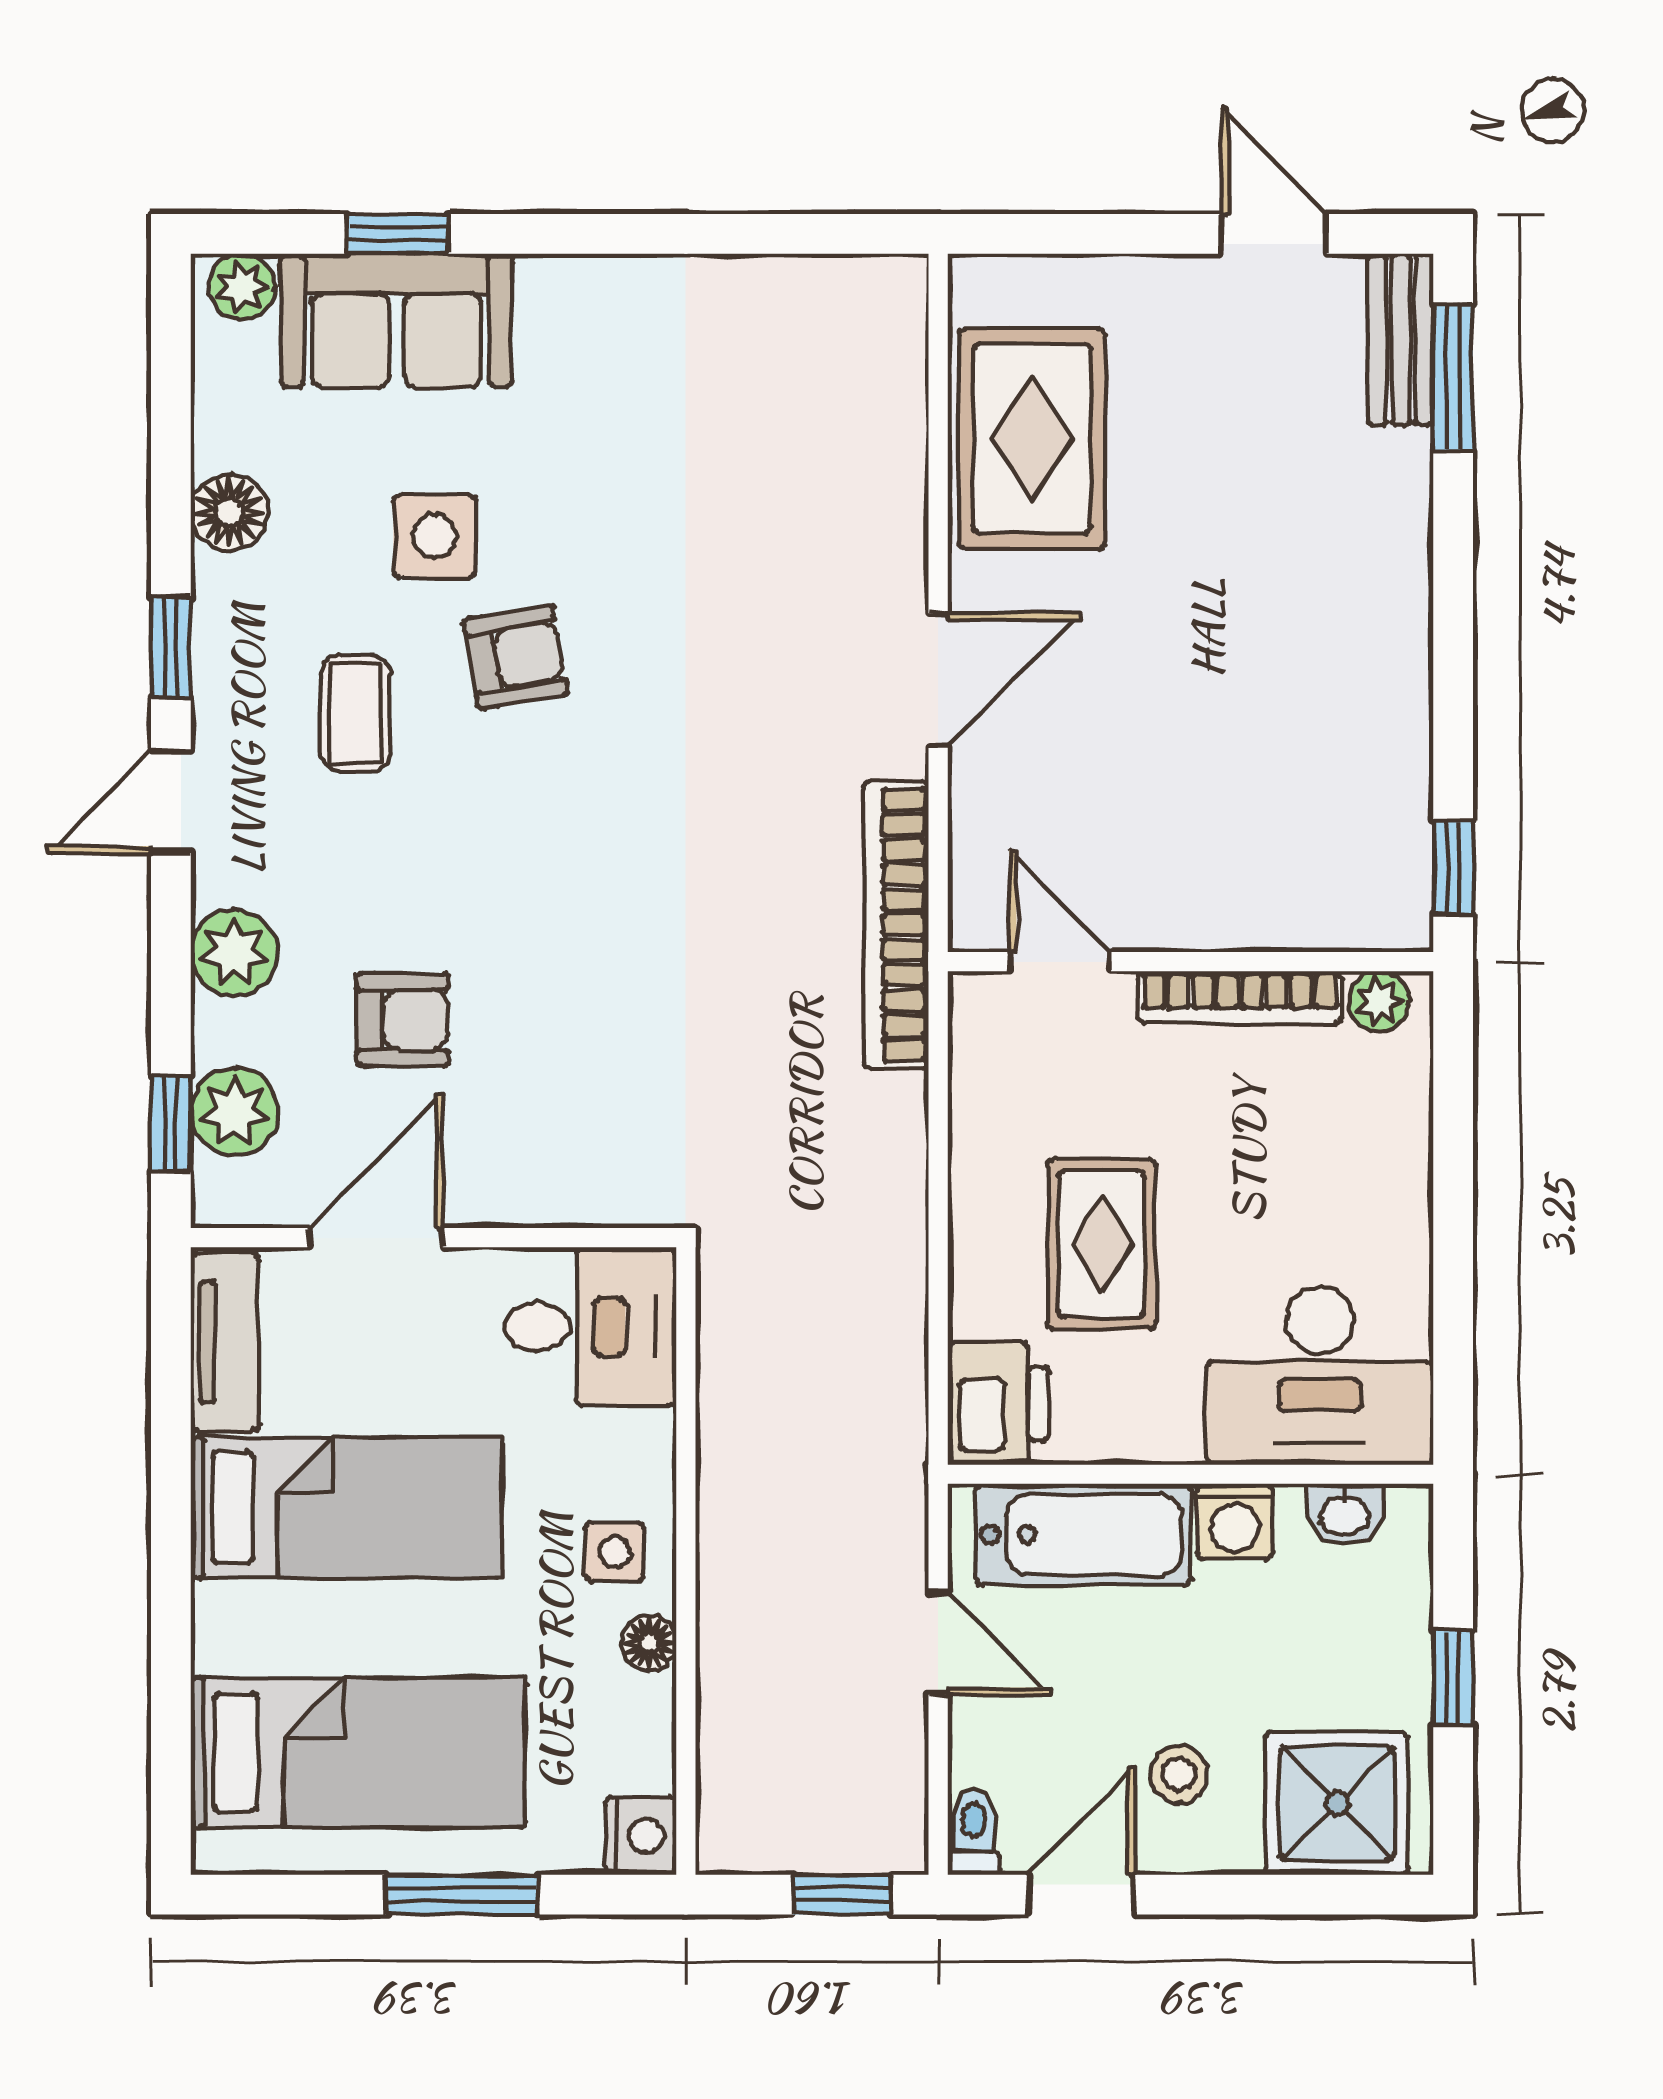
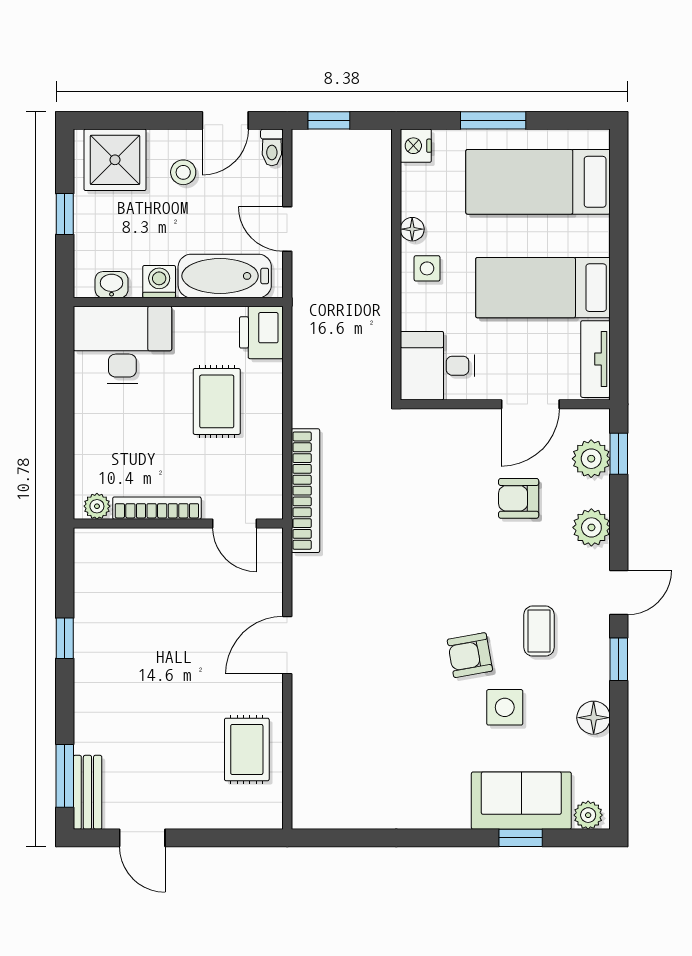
rug: (1032, 439) -> (247, 749), width x0.73, depth x0.70
window: (1453, 868) -> (65, 638), moved
bookcase: (896, 925) -> (305, 491), moved

